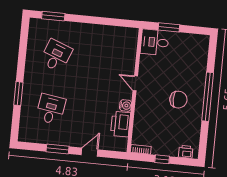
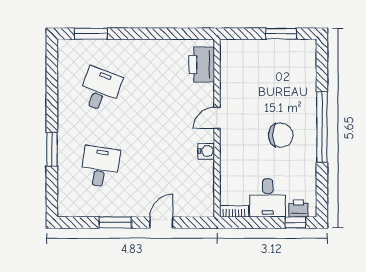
window: (169, 27) -> (281, 34), moved
desk: (155, 42) -> (268, 198), moved, turned -90
door: (135, 83) -> (217, 118), hinge flipped
printer: (121, 124) -> (202, 64), moved
window: (162, 159) -> (295, 222), moved

